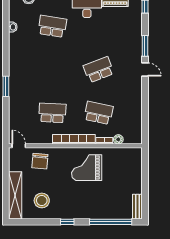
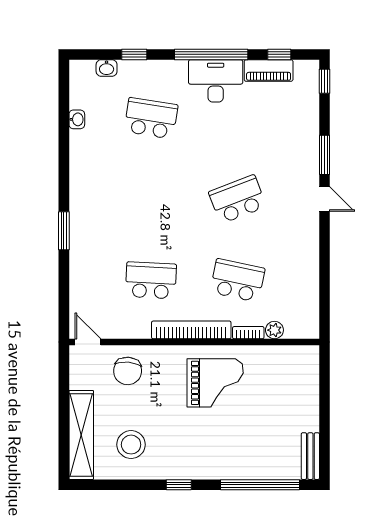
grand piano: (87, 168) -> (215, 383), turned 180

